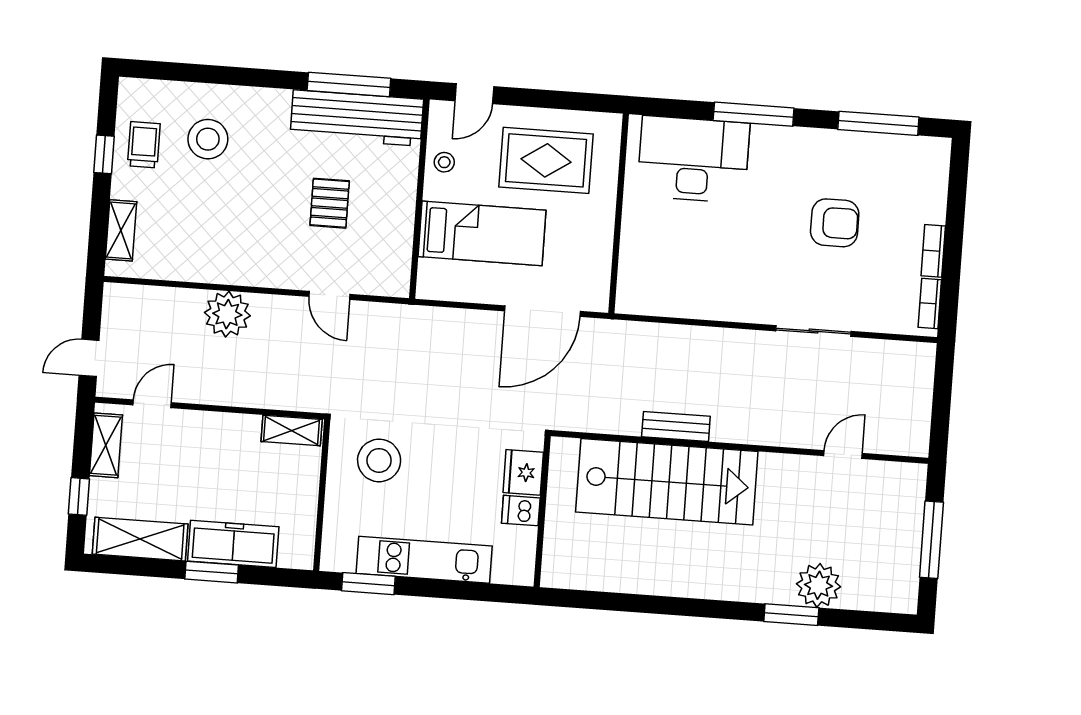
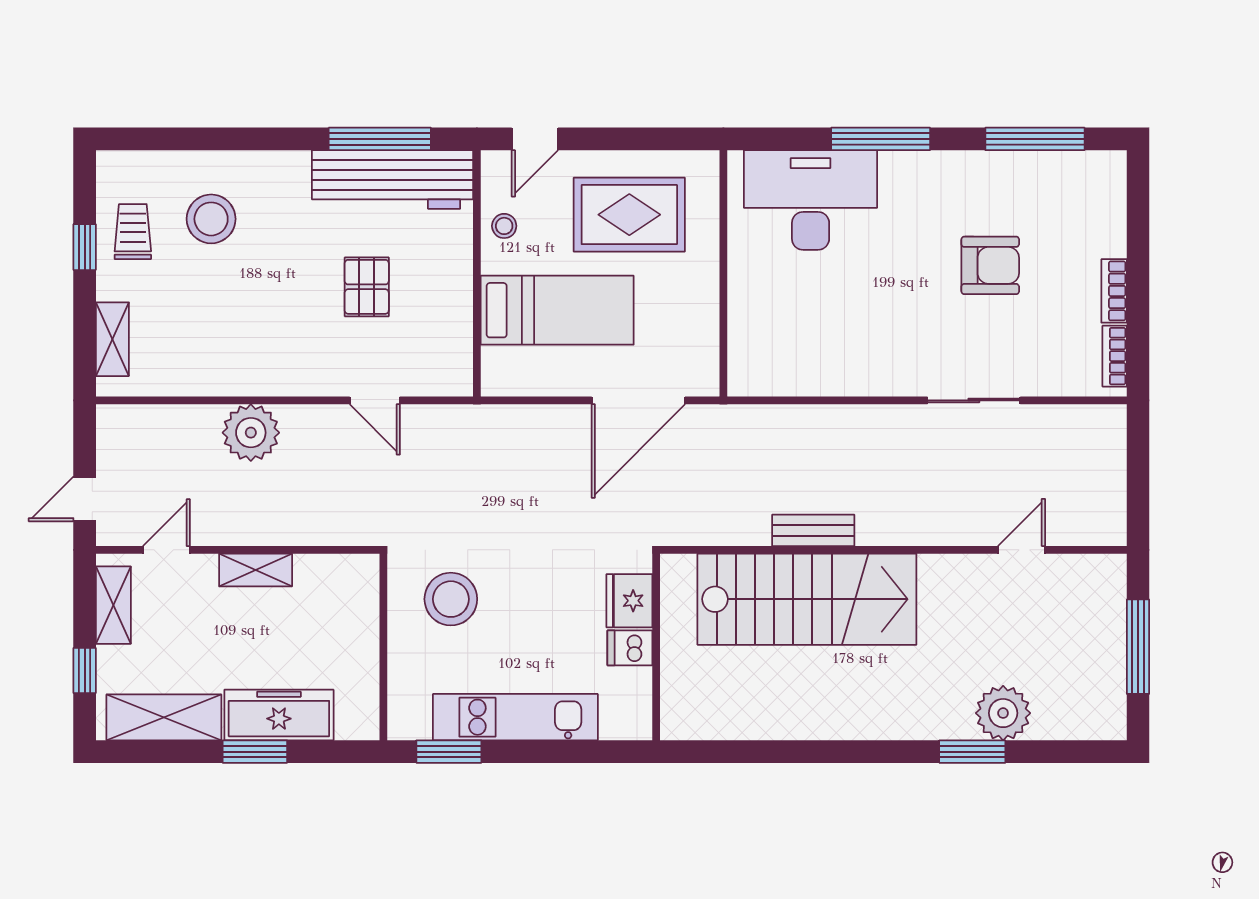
shelving: (292, 430) -> (256, 570), moved

